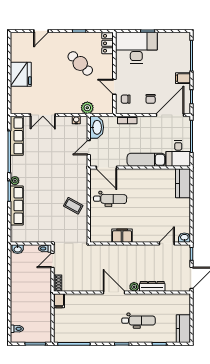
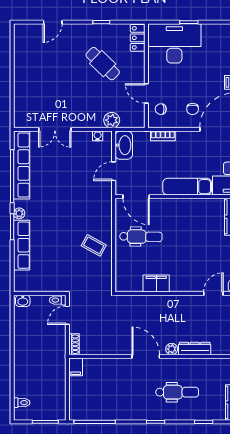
fridge: (21, 74) -> (27, 77), removed
row of seats: (17, 136) -> (22, 165), width x1.36

